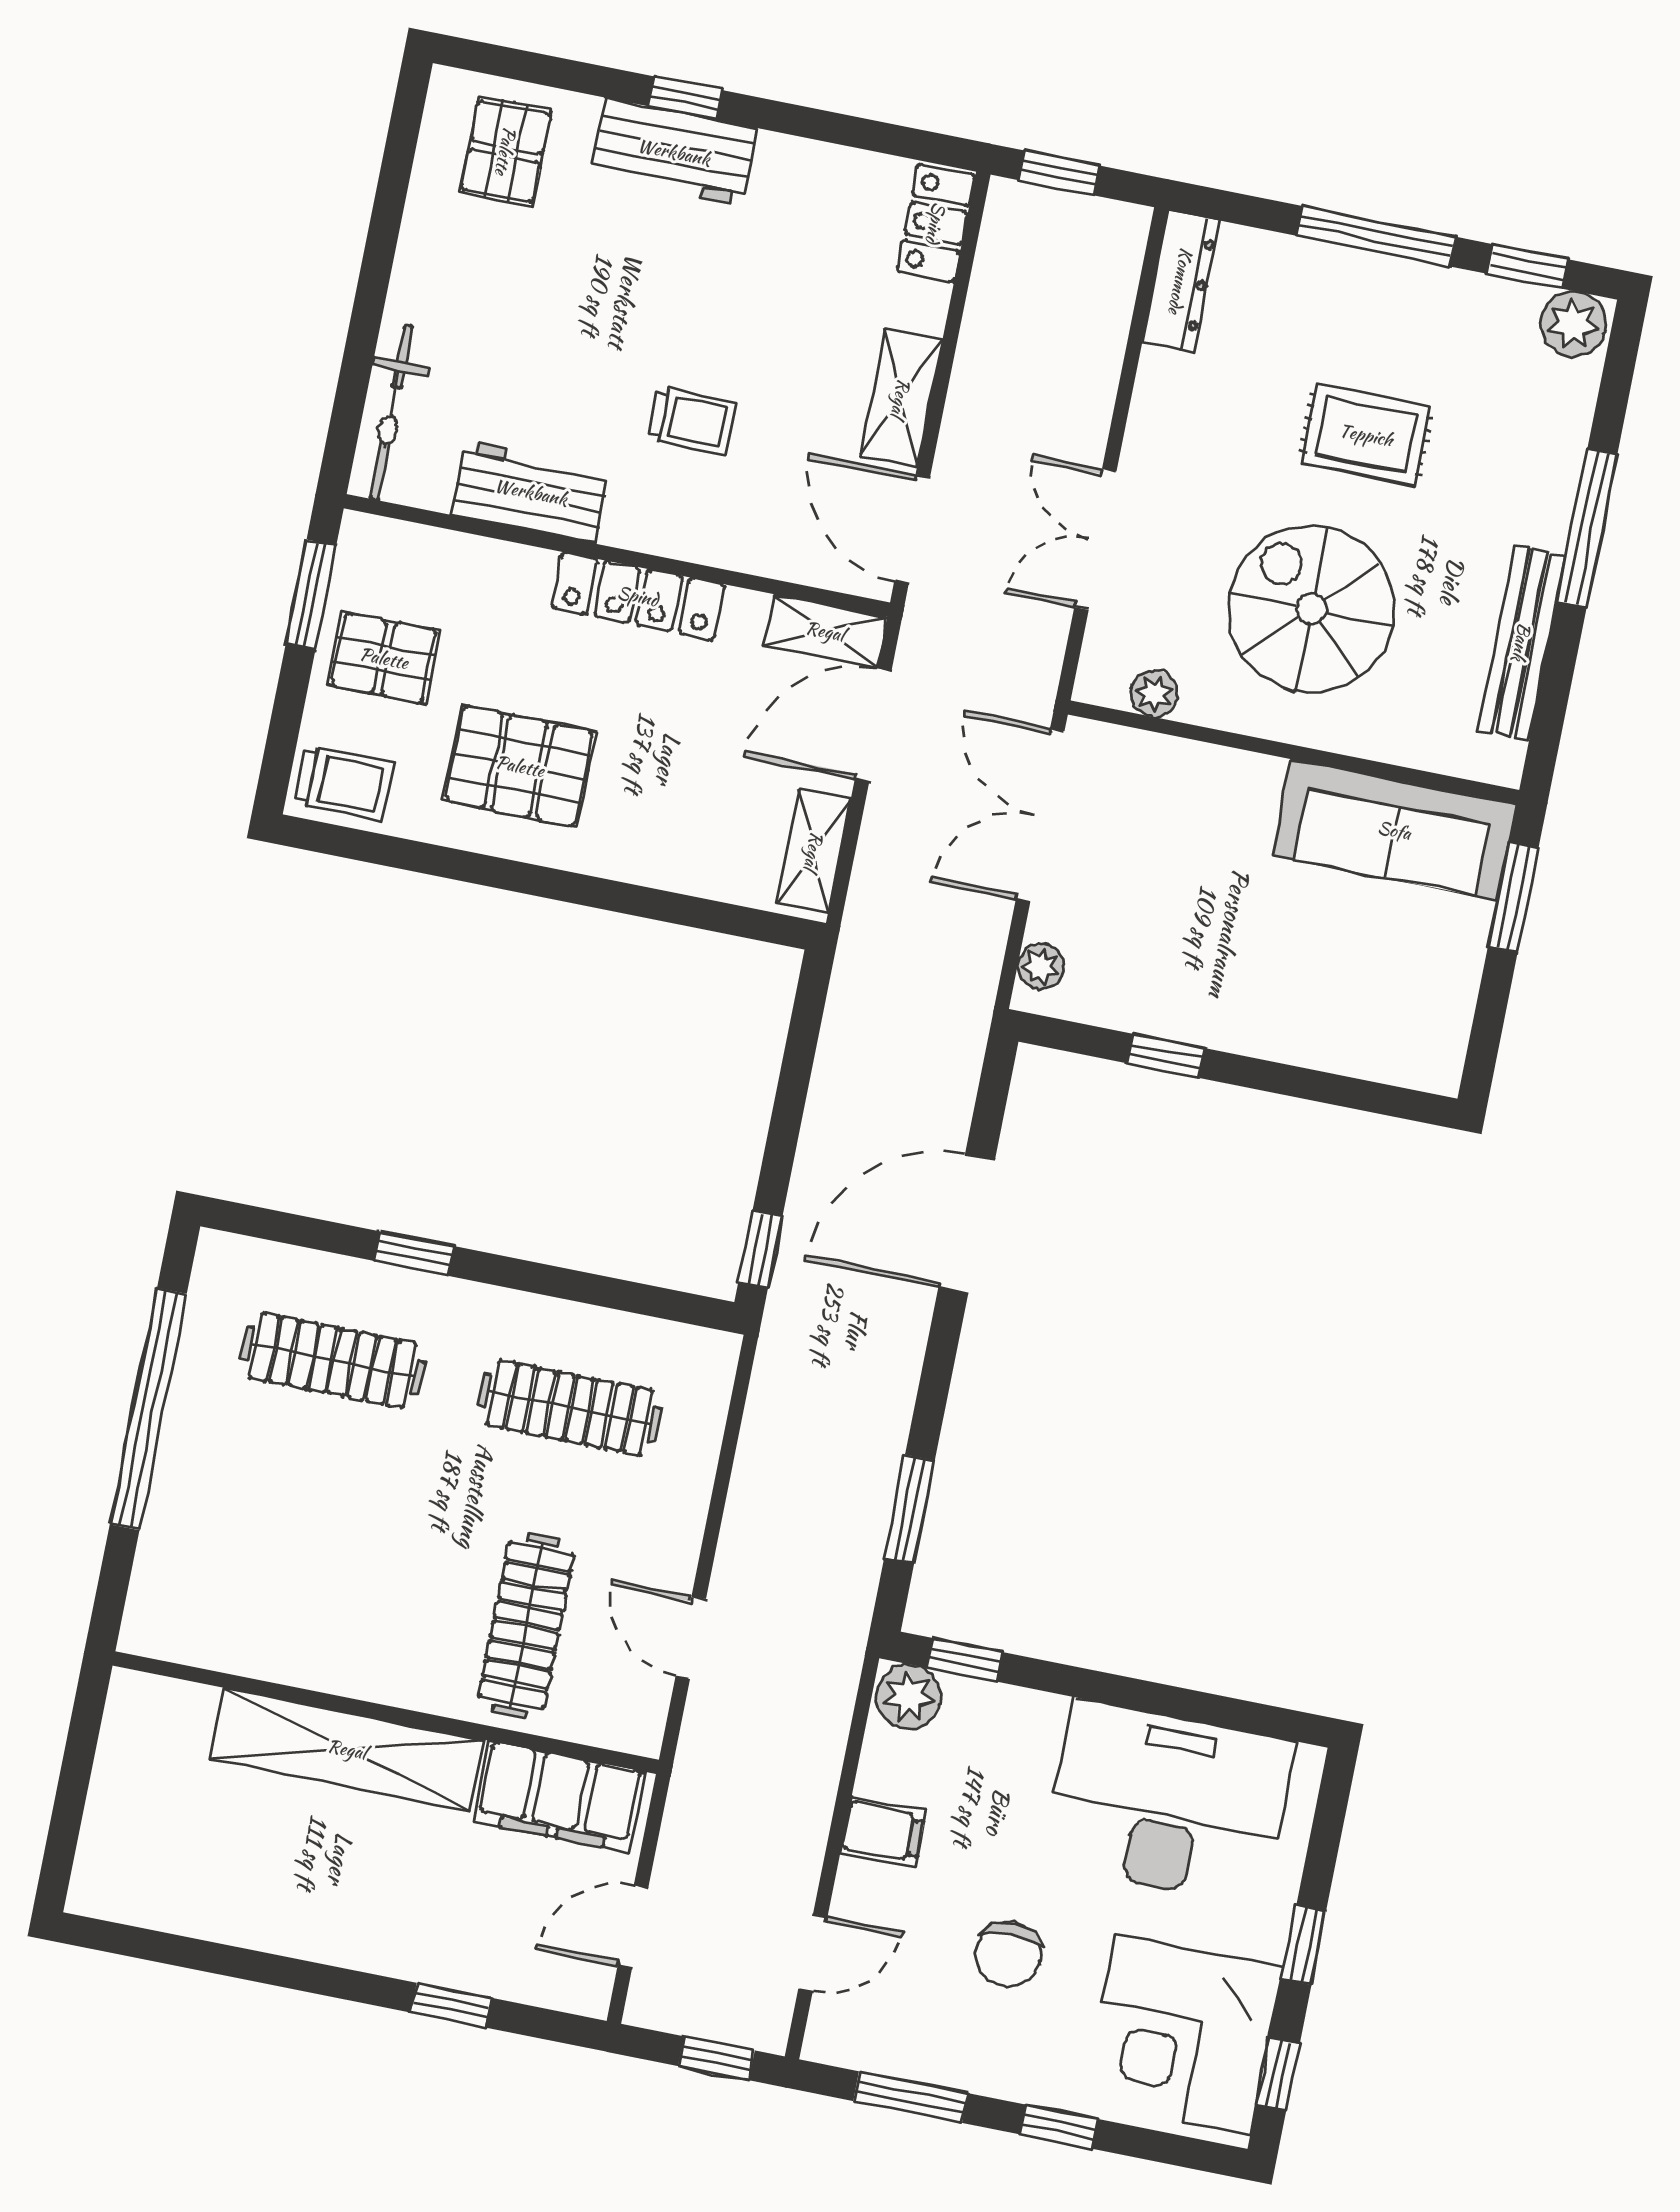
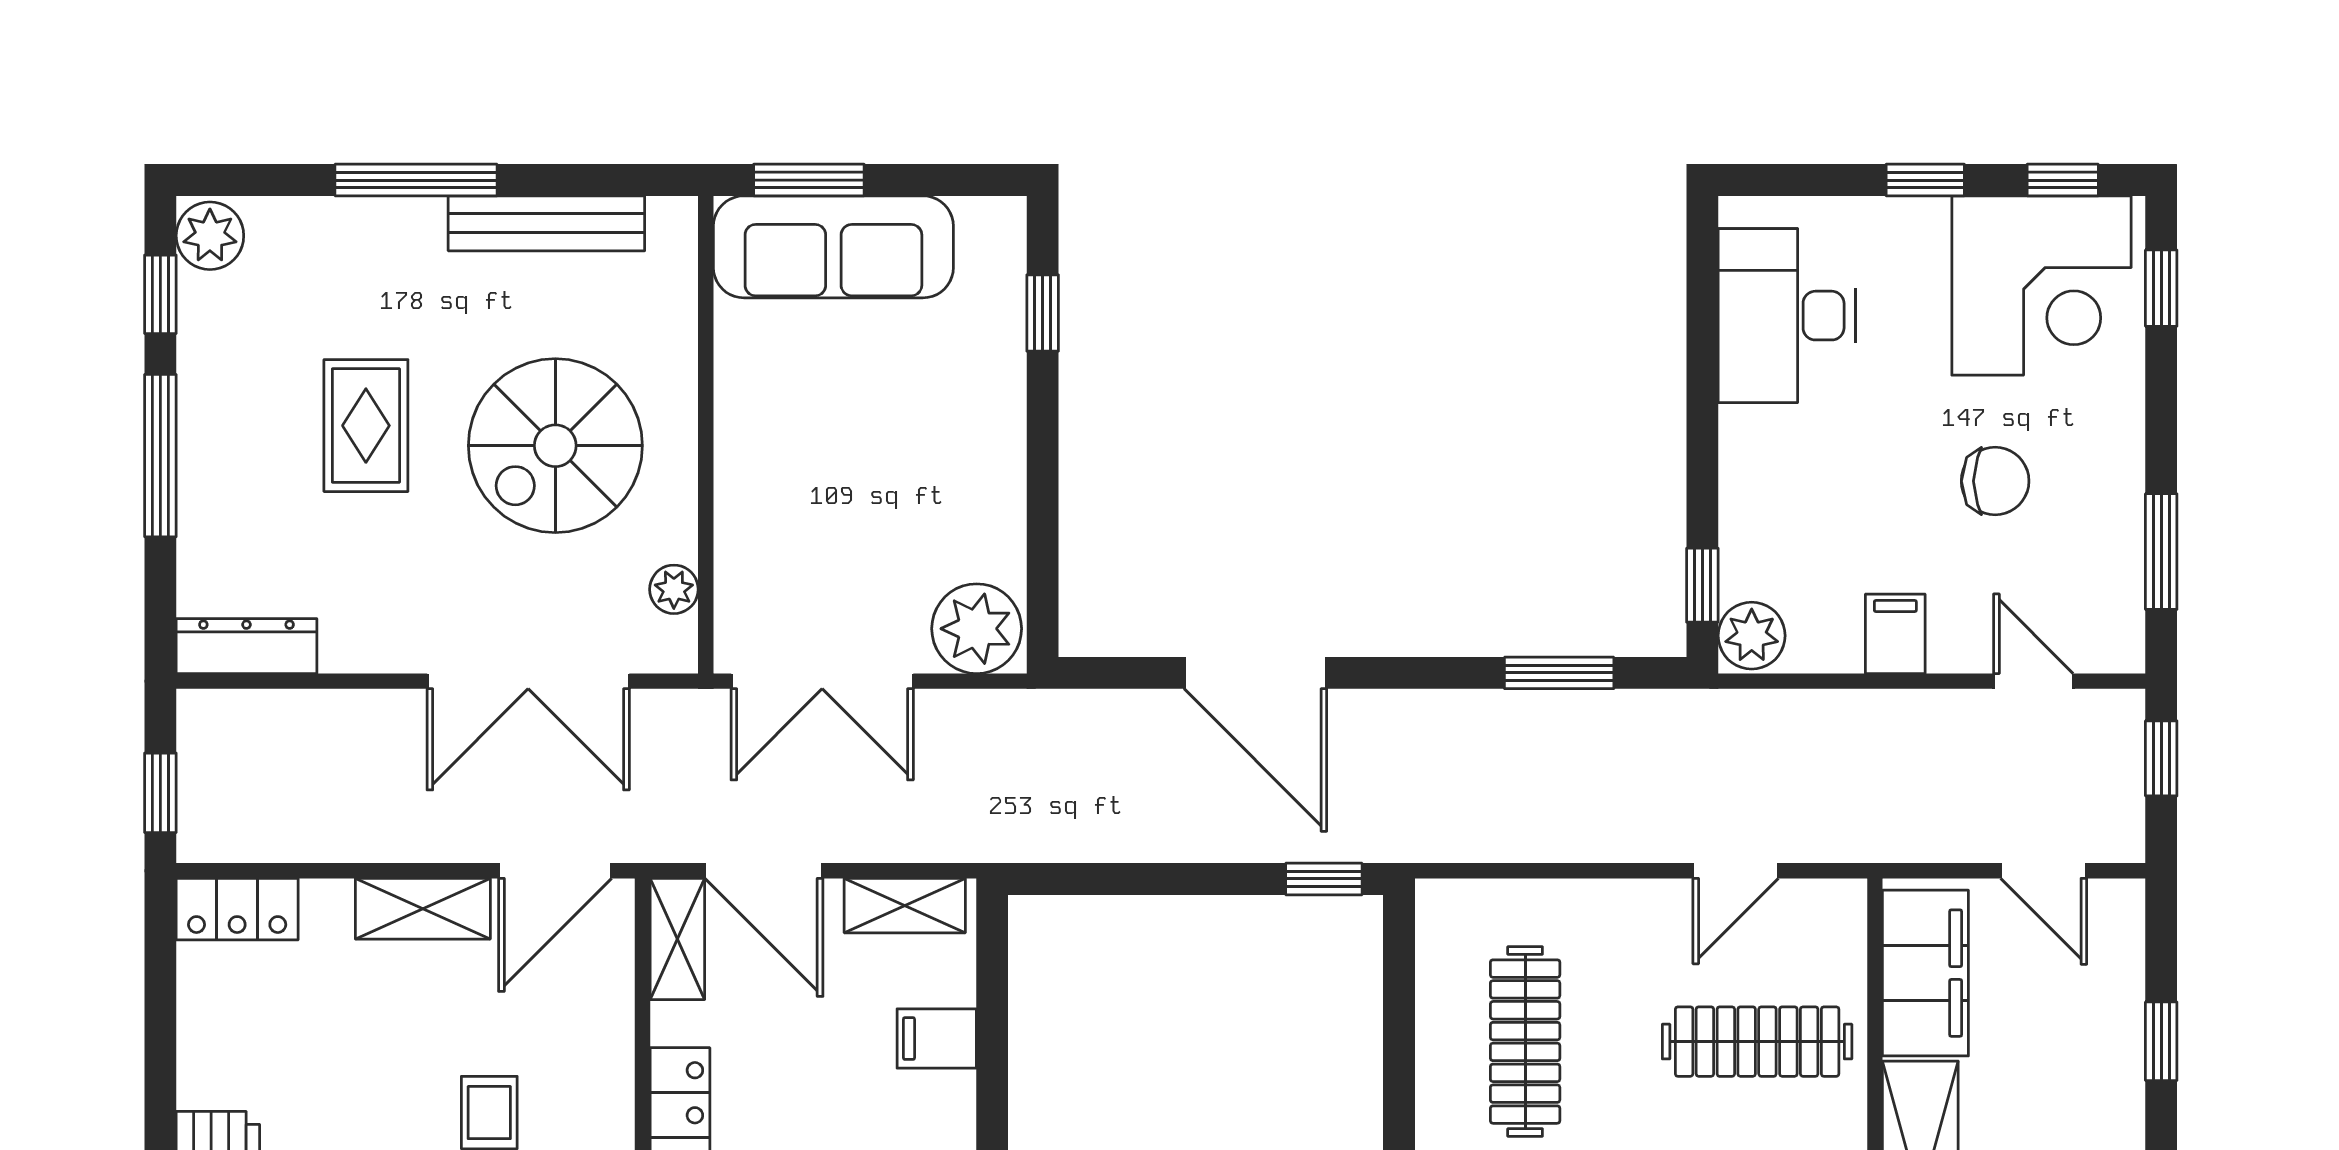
double door: (1095, 539) -> (528, 681), width x1.37
sofa: (1394, 830) -> (833, 247), moved, turned 90
filing cabinet: (683, 856) -> (937, 1039), added
plant: (1041, 966) -> (977, 629), width x1.88, depth x1.88
window: (1166, 1056) -> (1043, 313), moved
desk: (1169, 1803) -> (1787, 316), width x0.73, depth x0.77
window: (1059, 2127) -> (2161, 288), moved

